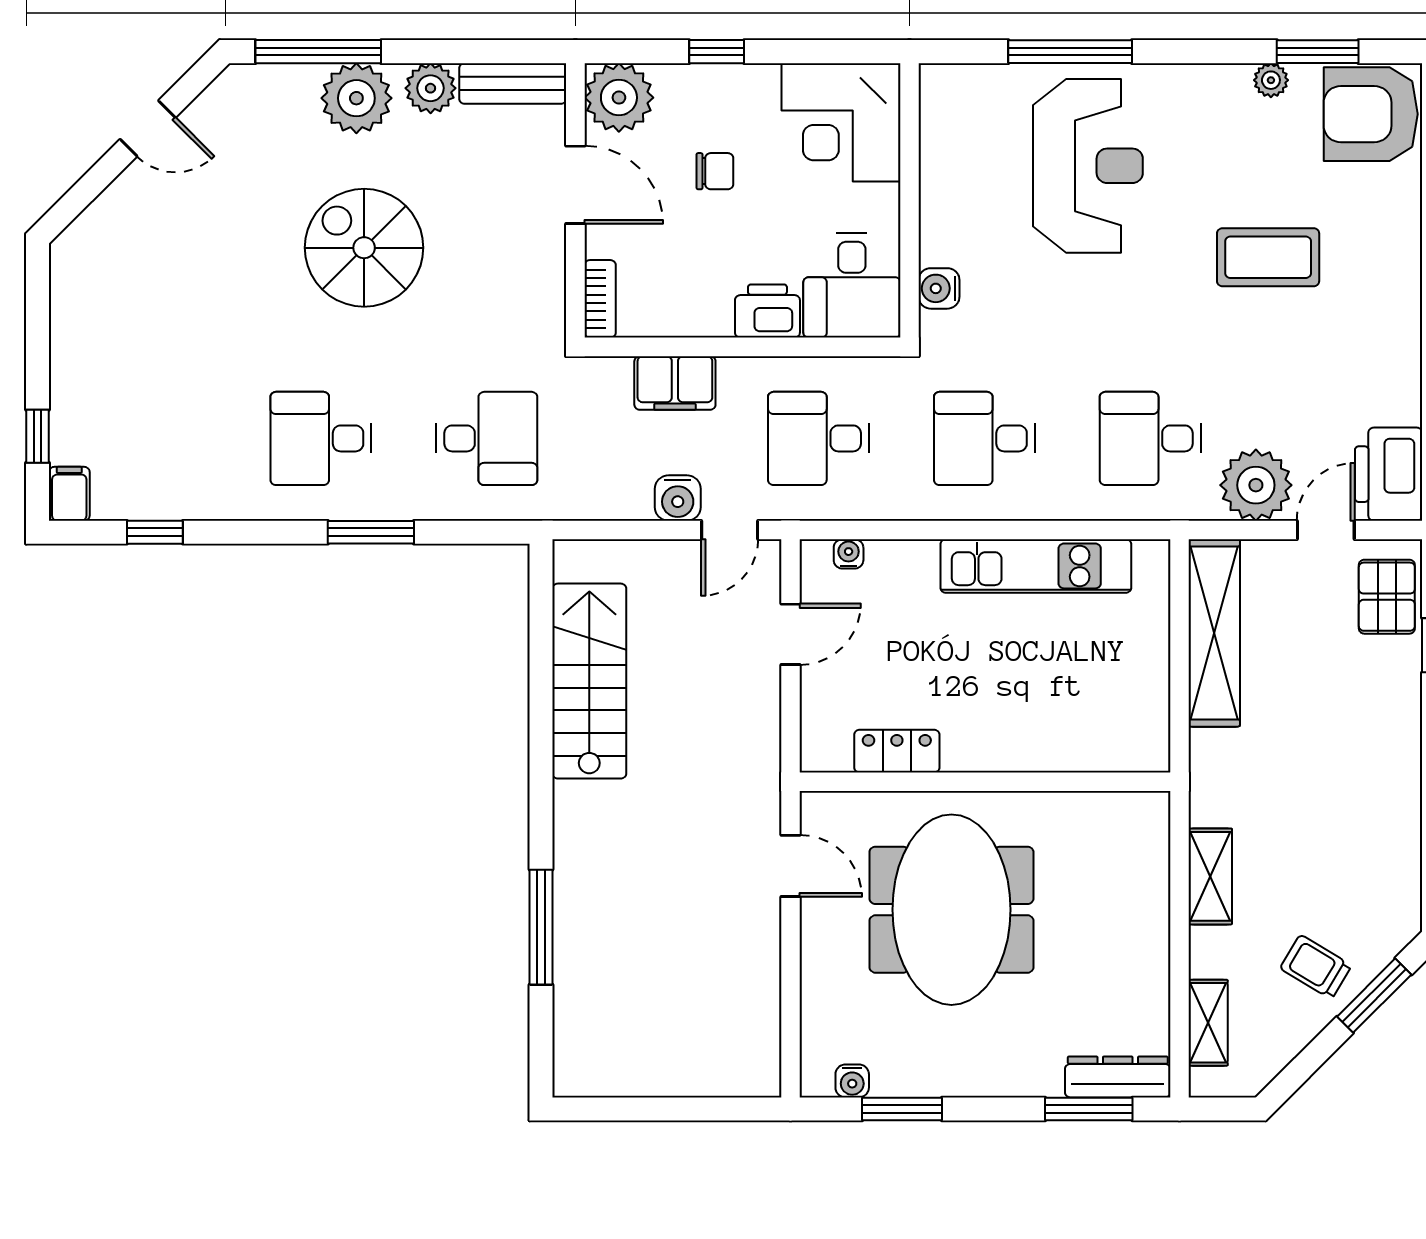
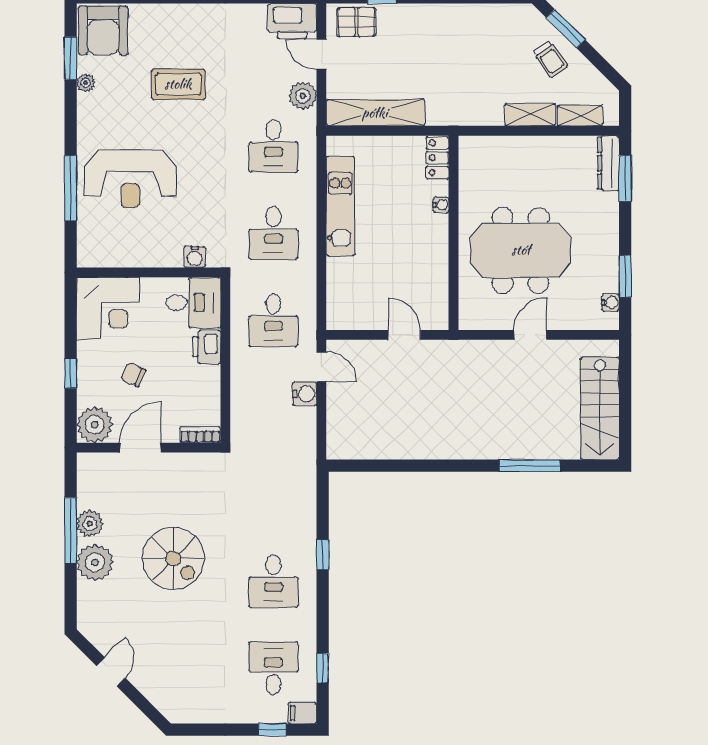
window: (318, 52) -> (71, 530), moved
bench: (513, 84) -> (87, 480), removed
reception desk: (1088, 166) -> (130, 179), turned 180
chair: (715, 171) -> (133, 374), turned -67
spiral stairs: (364, 248) -> (173, 558), turned -90
coffee table: (1268, 257) -> (178, 84), turned 90
filing cabinet: (675, 383) -> (244, 395), removed
desk: (487, 438) -> (273, 668), moved
plant: (1256, 485) -> (303, 96), width x0.73, depth x0.73
window: (371, 532) -> (323, 555), width x0.67
water cooler: (849, 554) -> (441, 205), moved, turned 180
door: (790, 634) -> (404, 335), moved
stairs: (589, 681) -> (600, 408), moved, turned -90
locker: (897, 751) -> (437, 158), moved
door: (790, 866) -> (530, 335), moved
shelving: (1210, 876) -> (530, 115), moved
trolley: (1316, 967) -> (551, 59), turned -66

